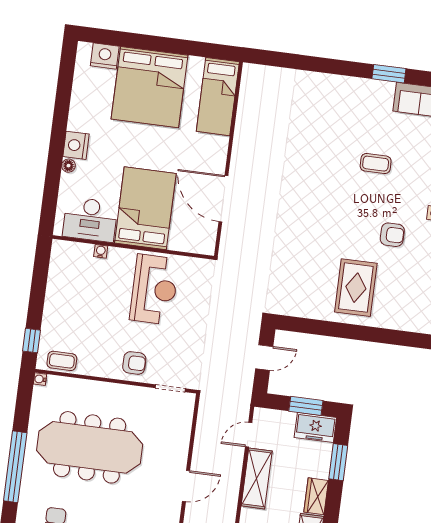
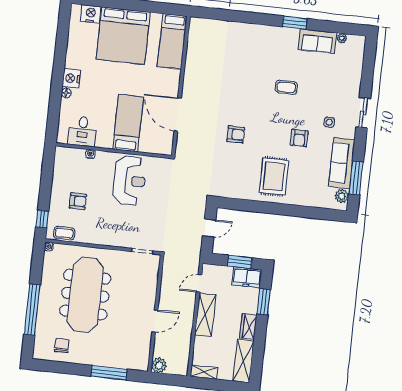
bed: (145, 208) -> (128, 123), width x0.67
desk: (90, 220) -> (82, 131), width x0.73
armchair: (304, 228) -> (236, 134), added
armchair: (392, 235) -> (299, 138), turned 90
armchair: (134, 363) -> (78, 201), moved
meeting table: (90, 447) -> (85, 295), turned 90

